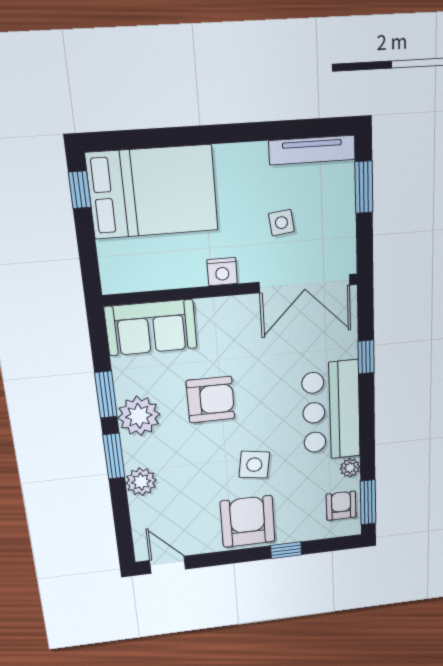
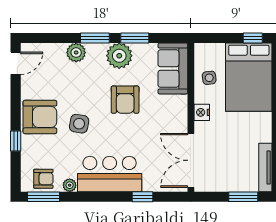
side table: (281, 223) -> (209, 78), moved

